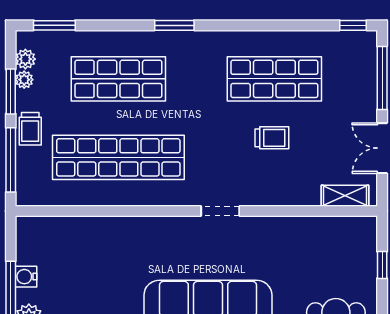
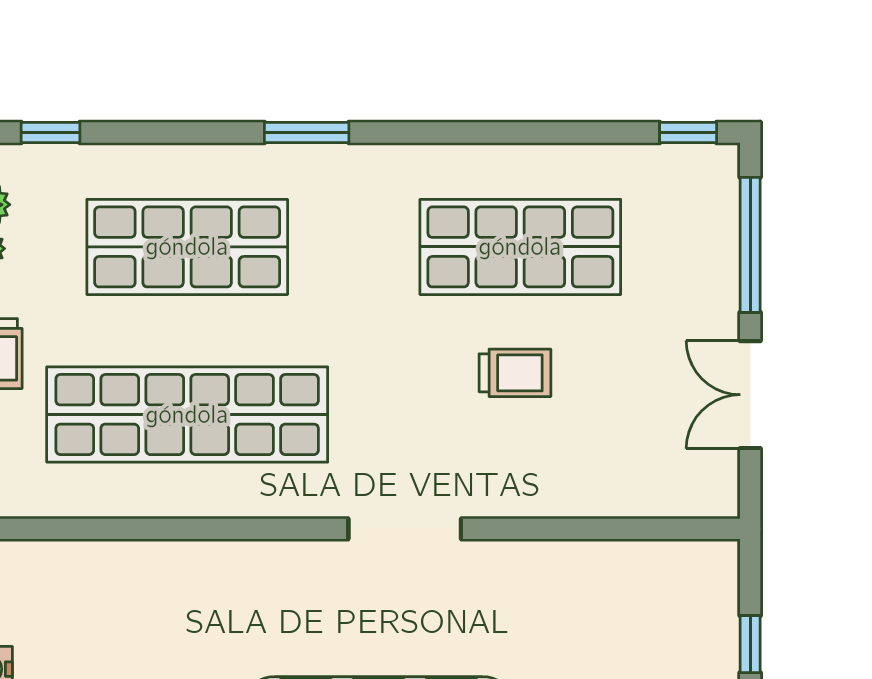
window: (54, 25) -> (51, 133), width x0.67
shelving: (345, 196) -> (671, 496), removed
doorway: (220, 211) -> (405, 529), width x1.38

